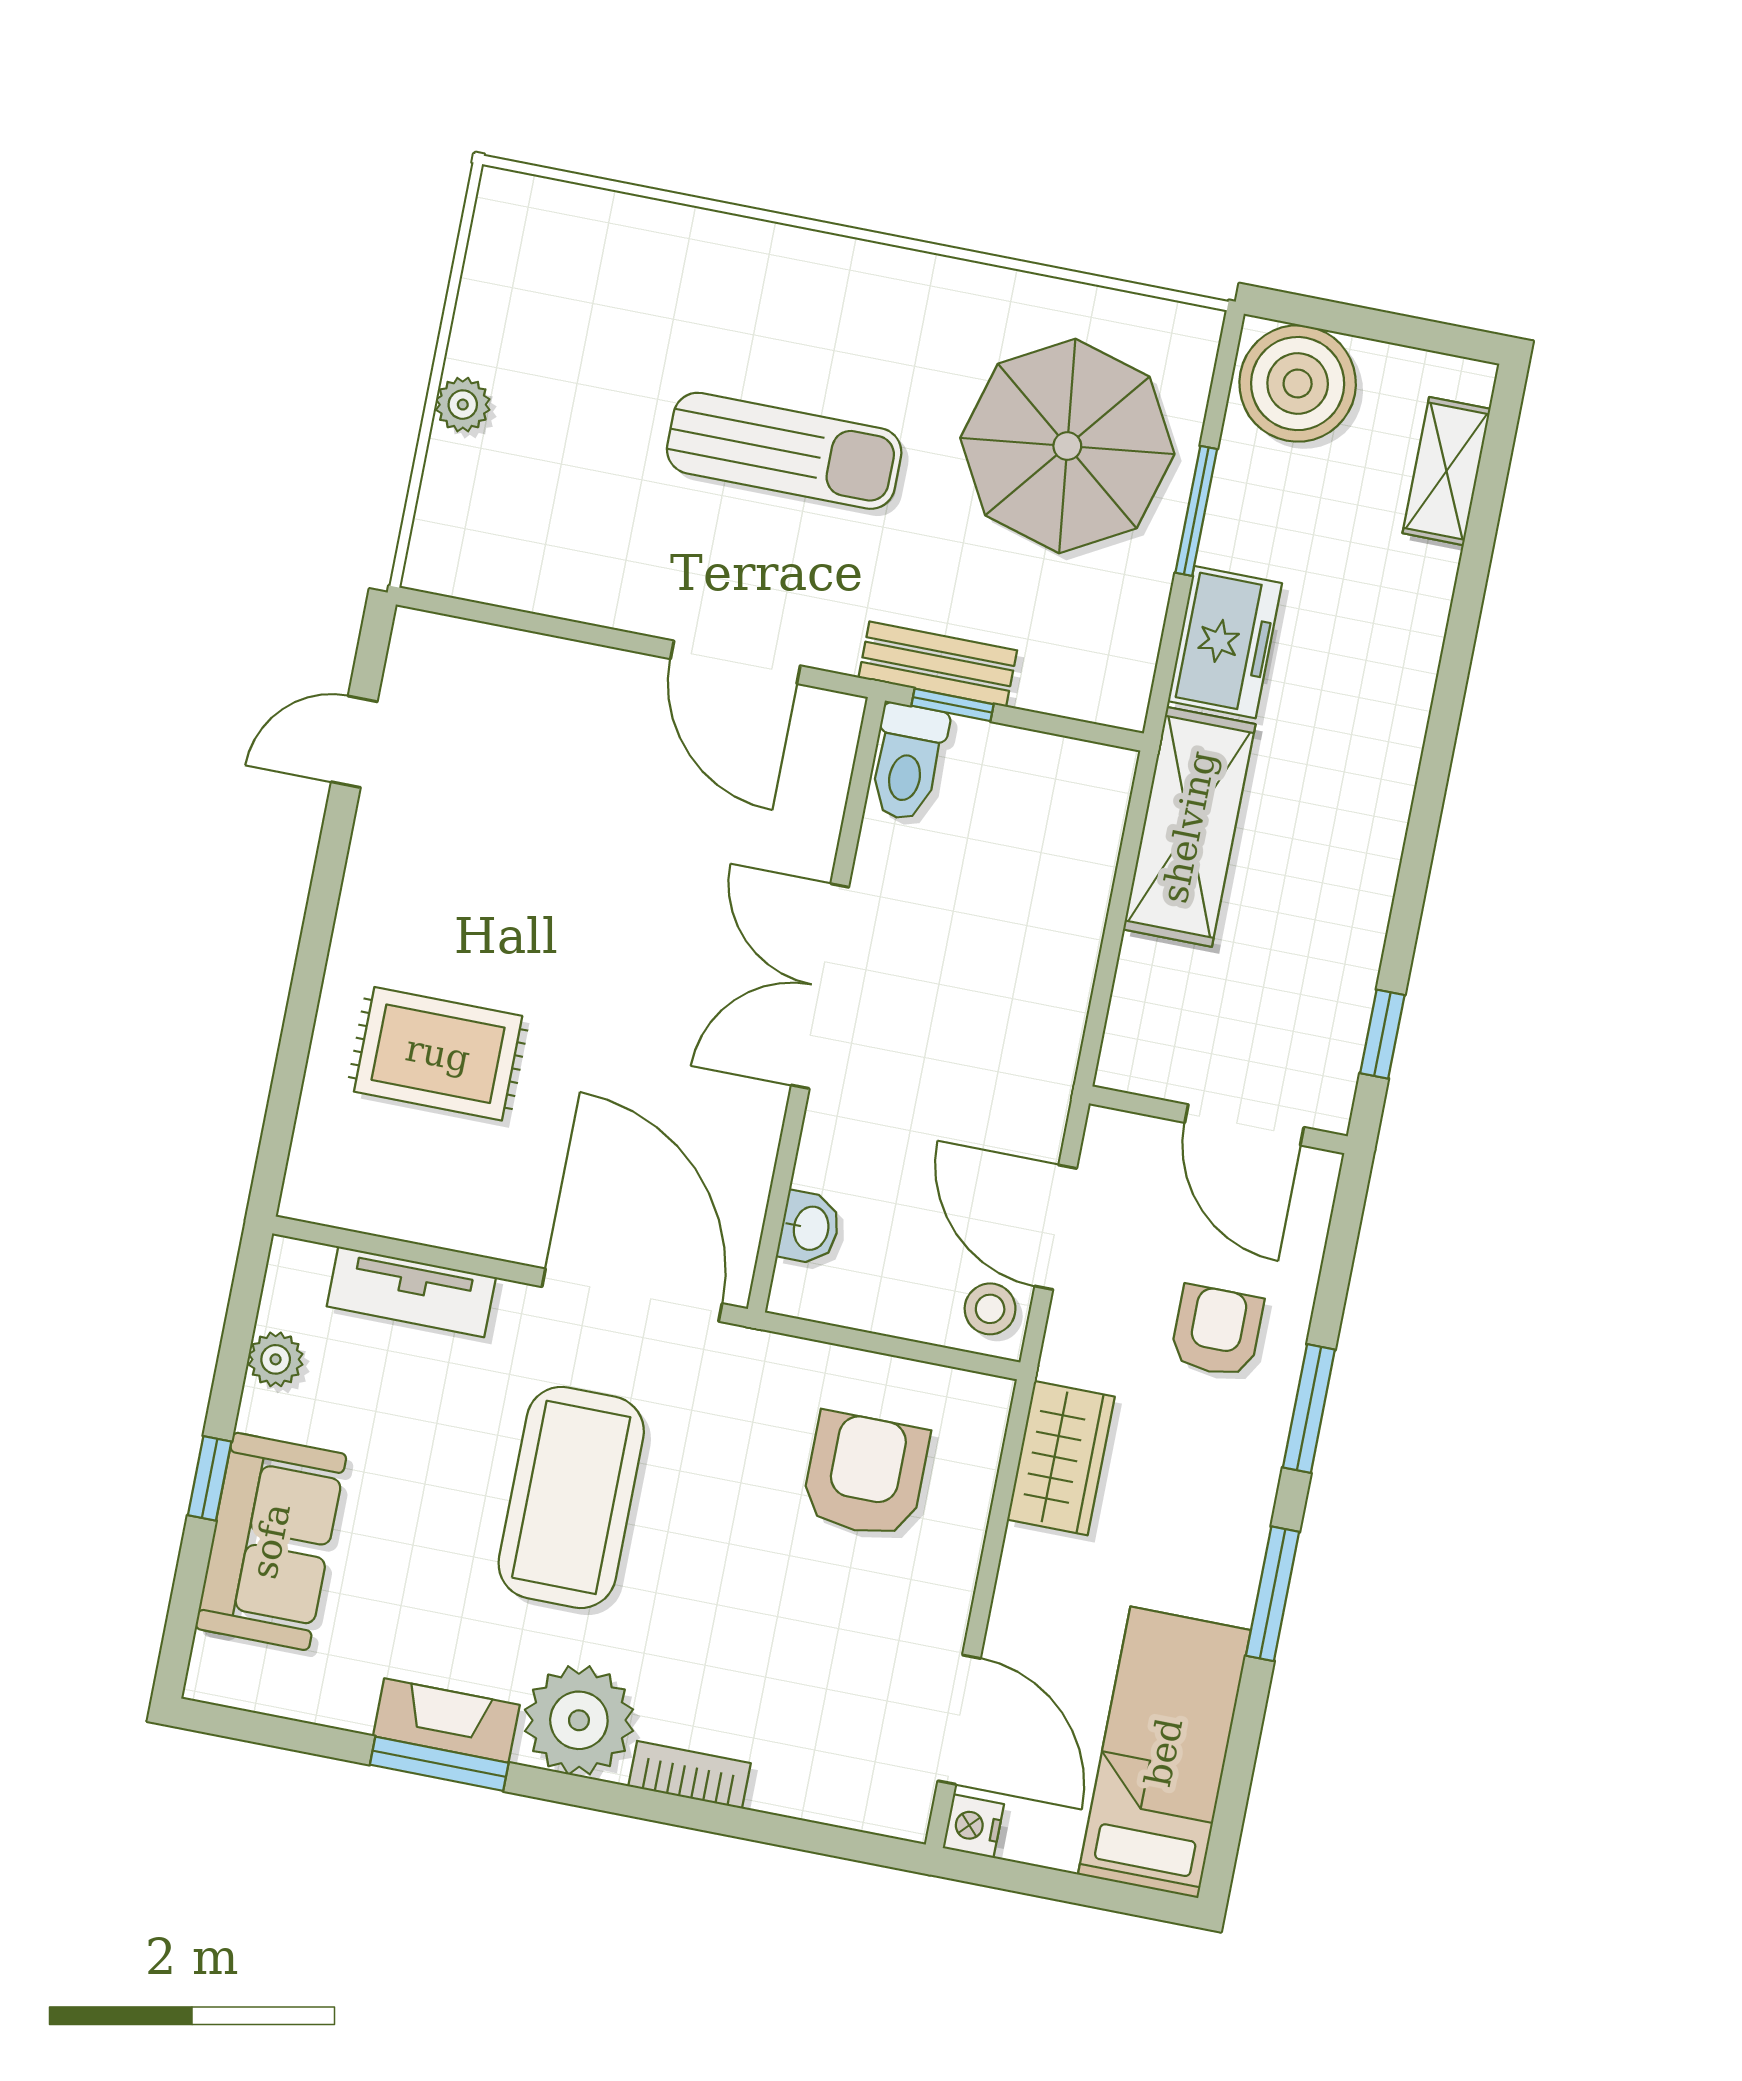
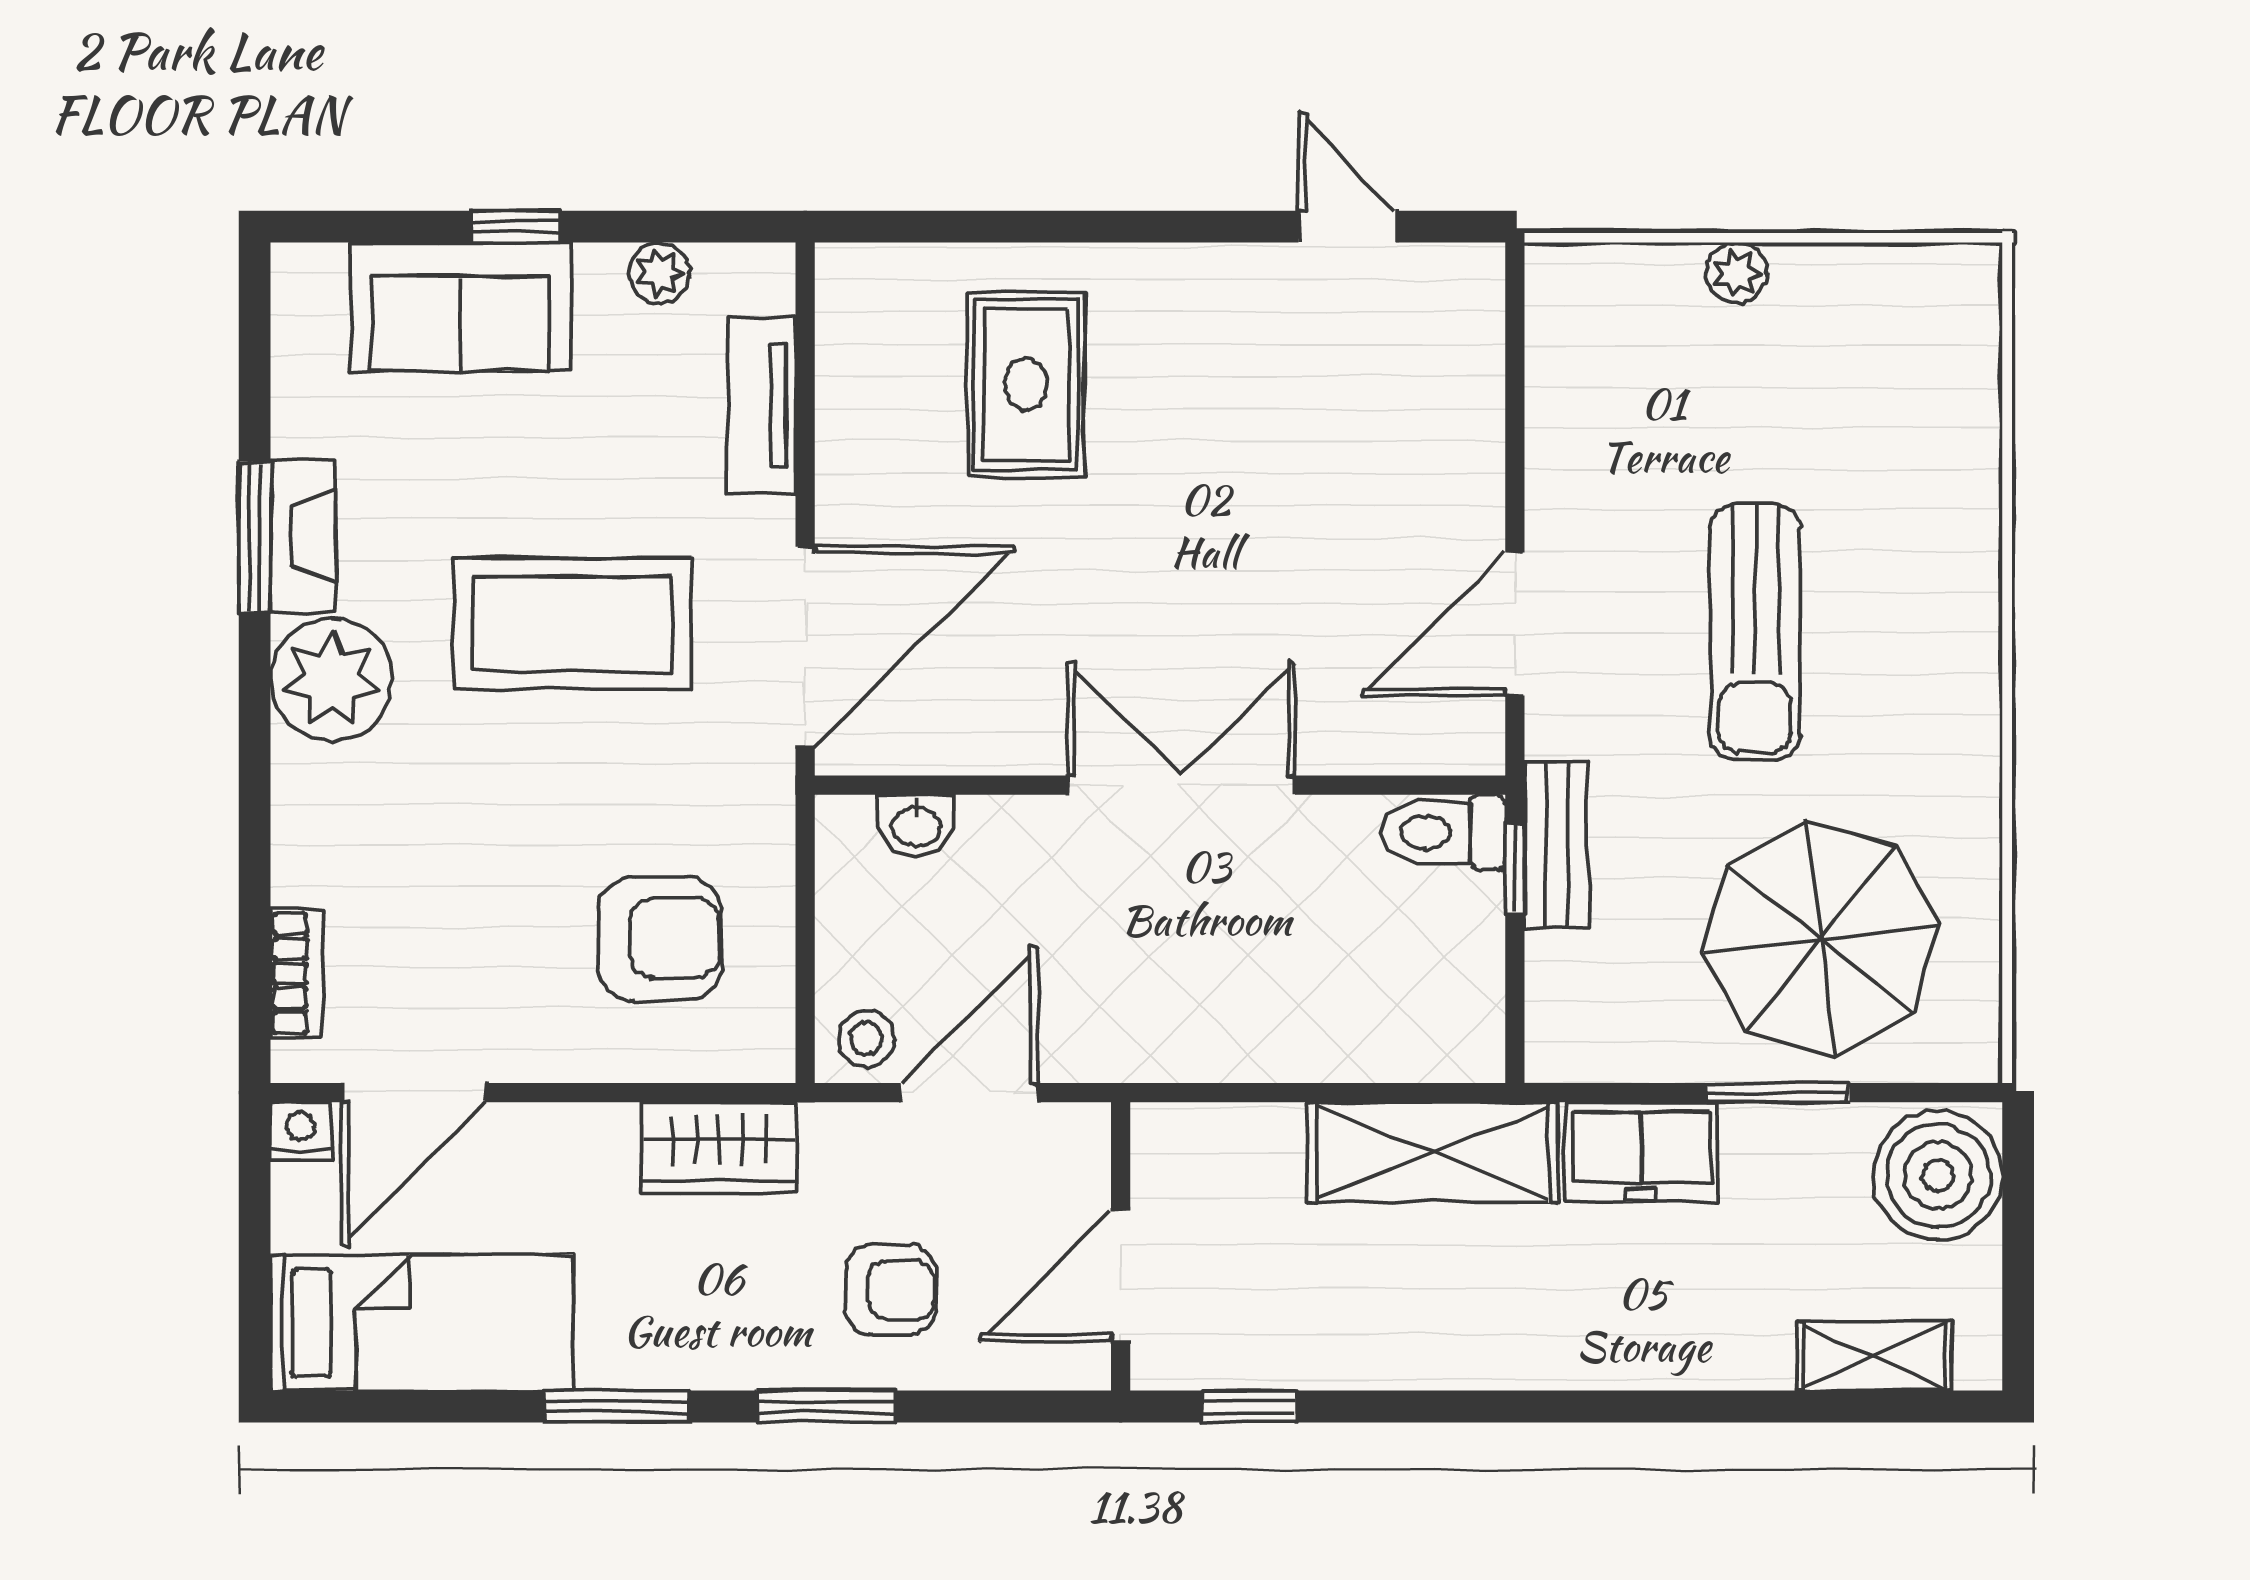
bookcase: (689, 1775) -> (296, 973), moved

